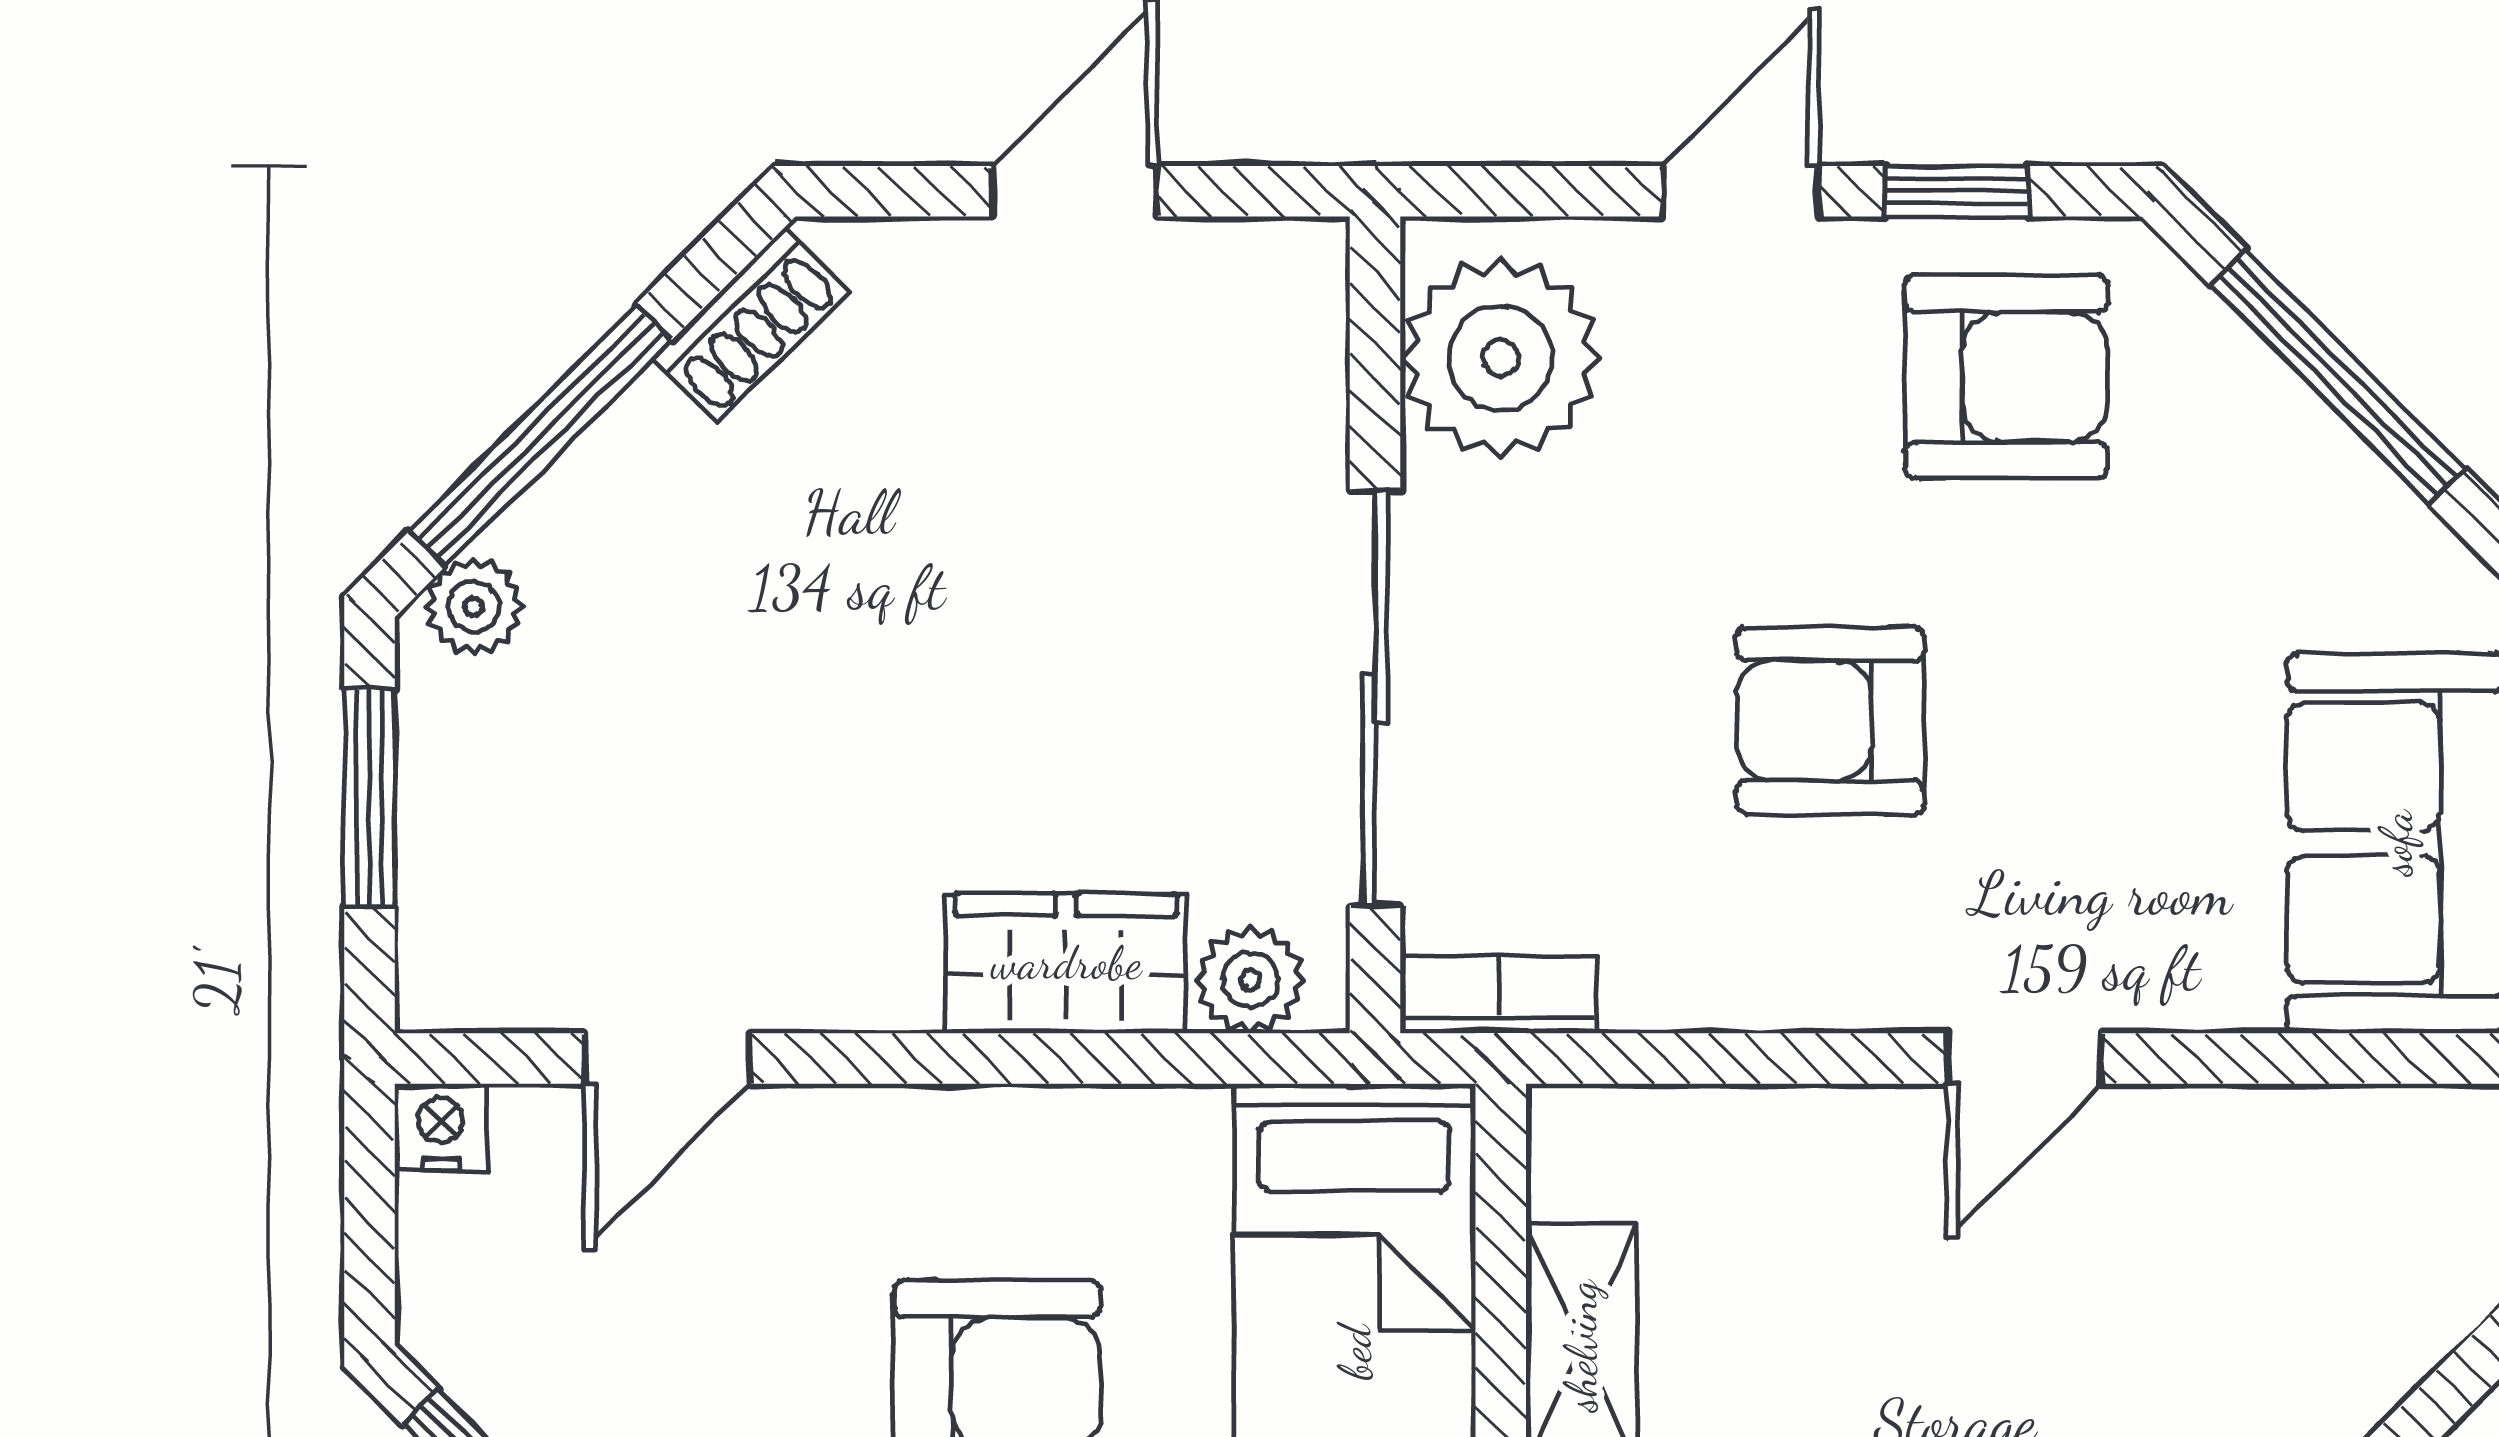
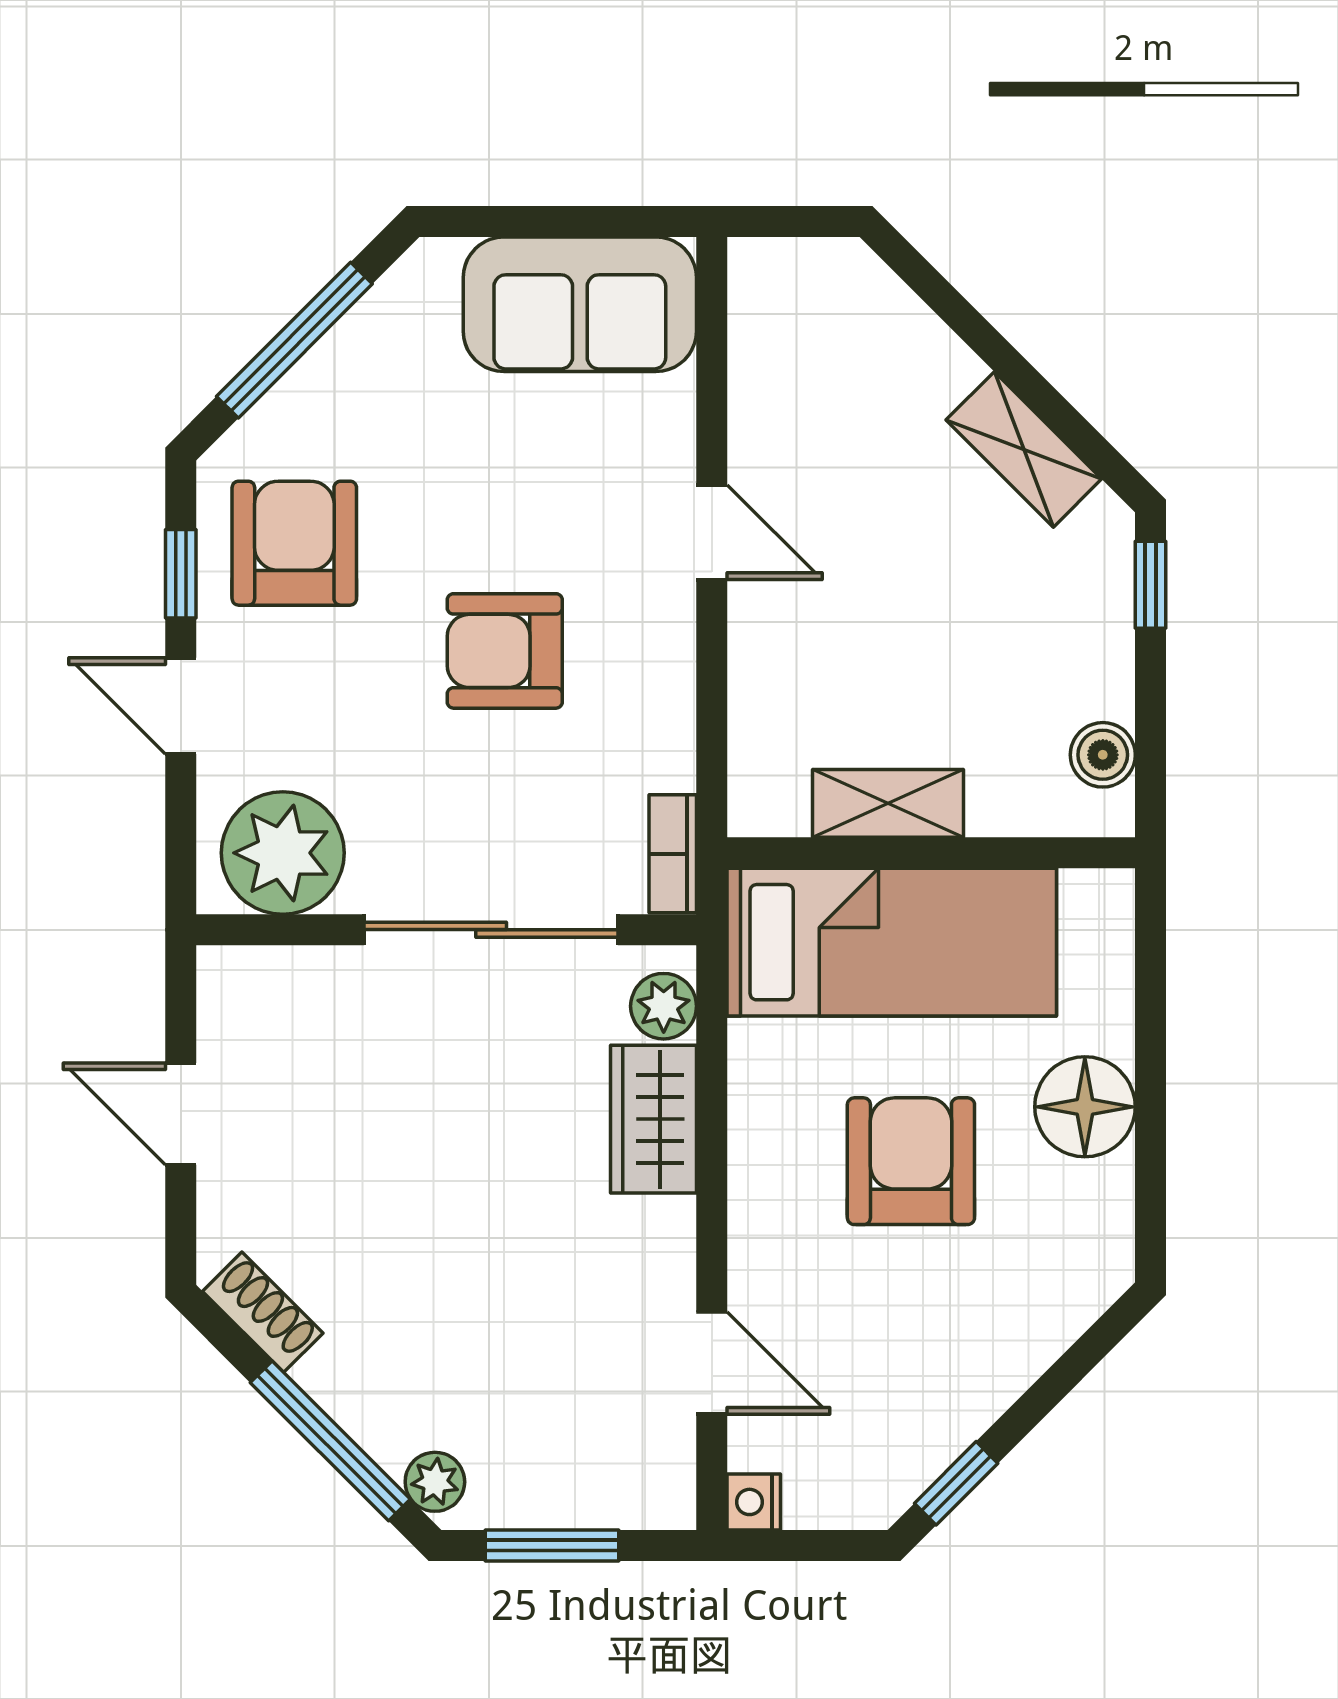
armchair: (1830, 720) -> (505, 651), turned 90

